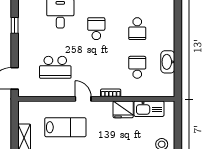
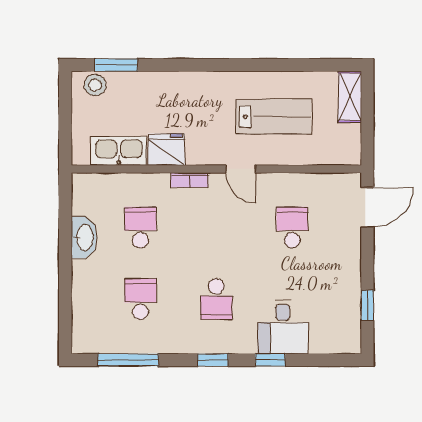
school desk: (55, 67) -> (292, 227), width x0.54
school desk: (137, 67) -> (140, 227), turned 180
lab bench: (65, 127) -> (274, 117), turned 180

